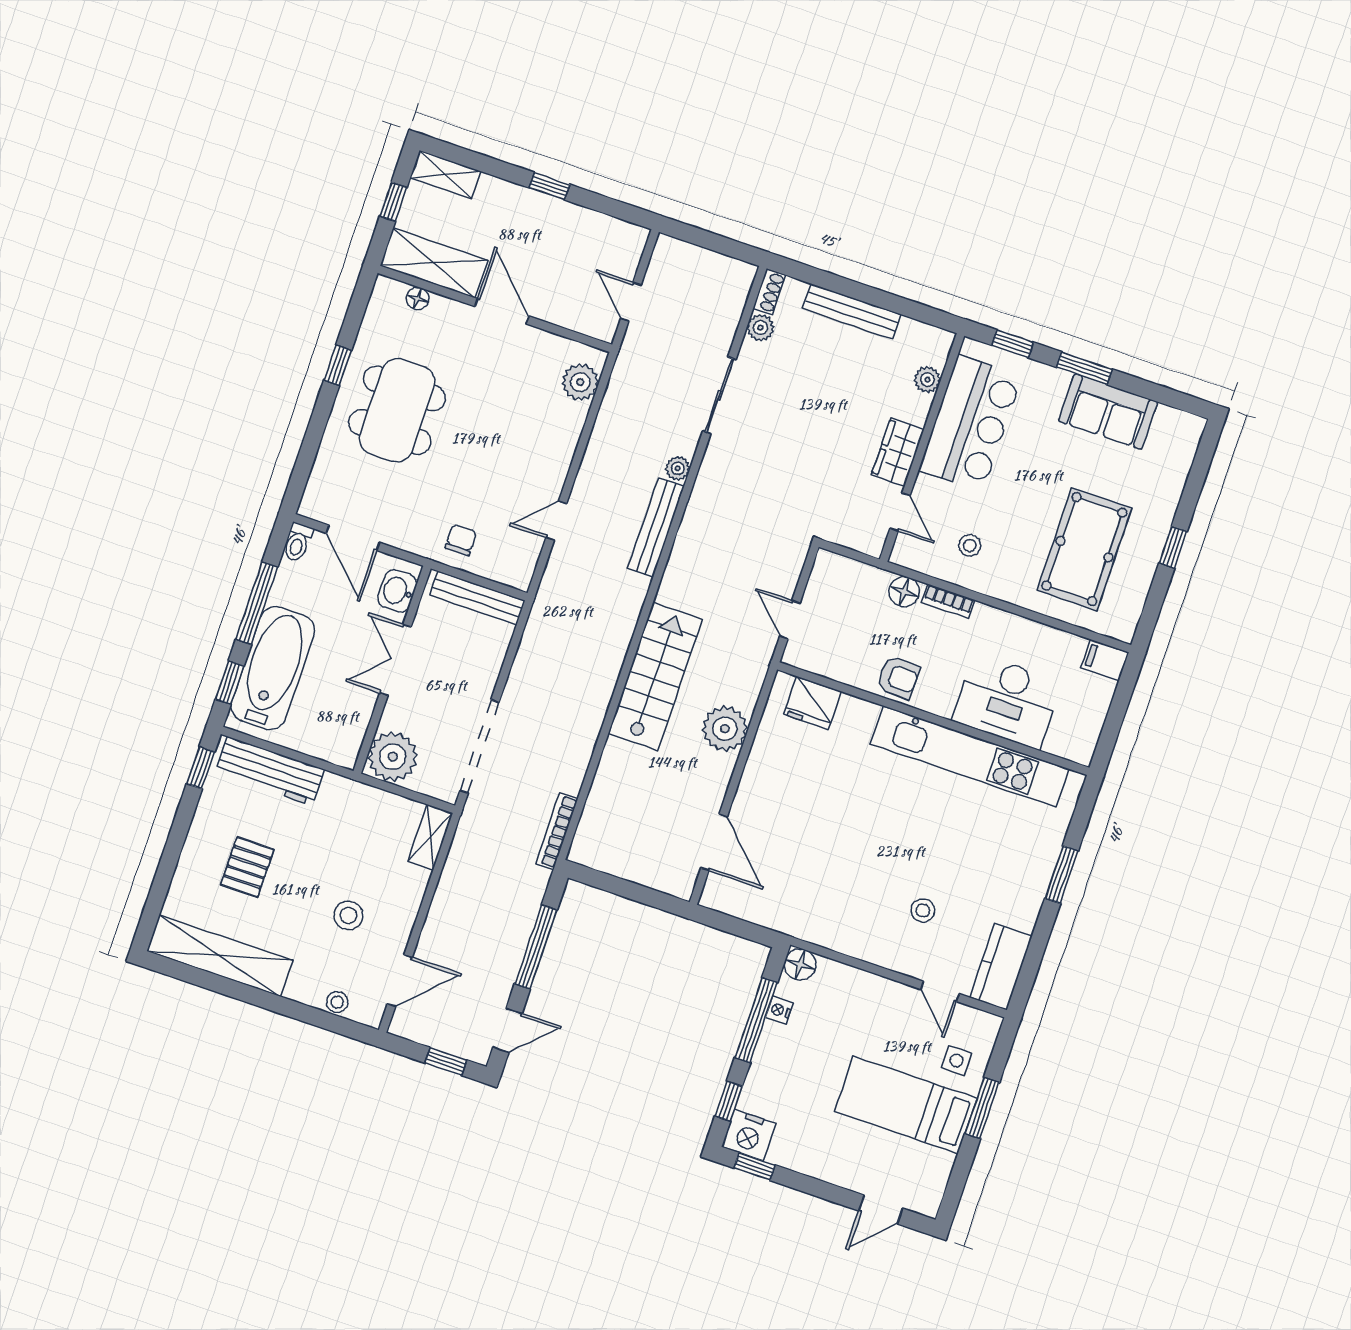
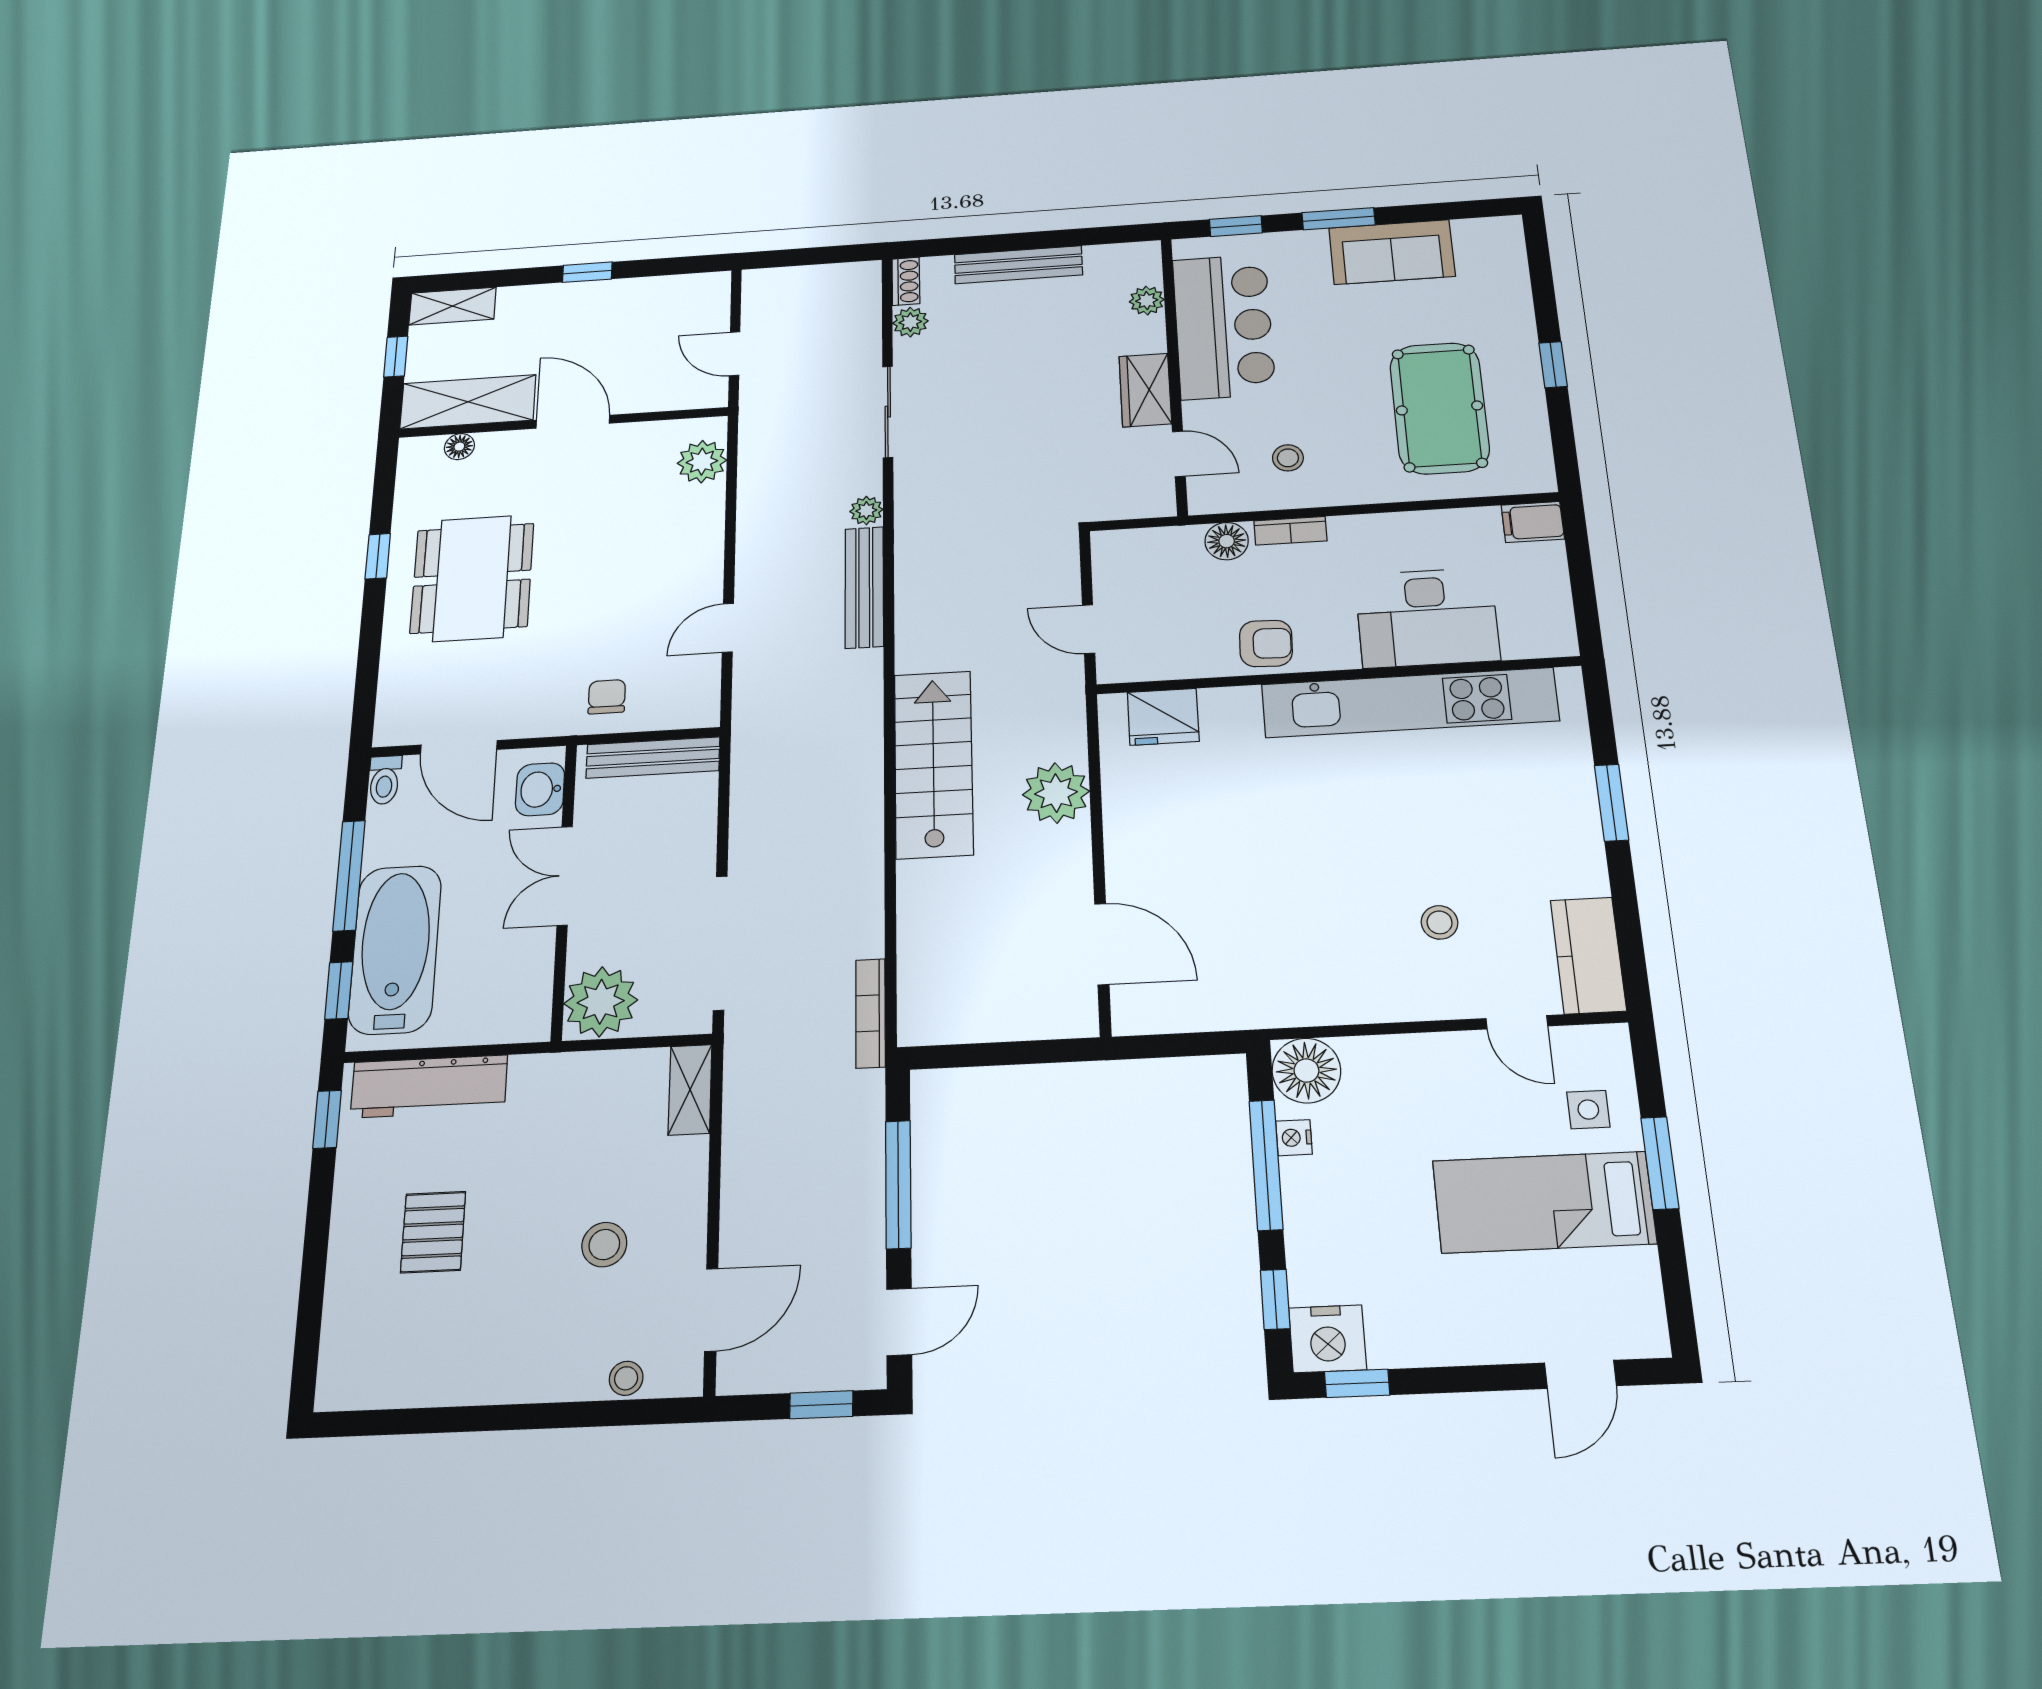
shelving: (220, 956) -> (427, 1377), removed
floor lamp: (800, 965) -> (1306, 1071), width x1.38, depth x1.38

